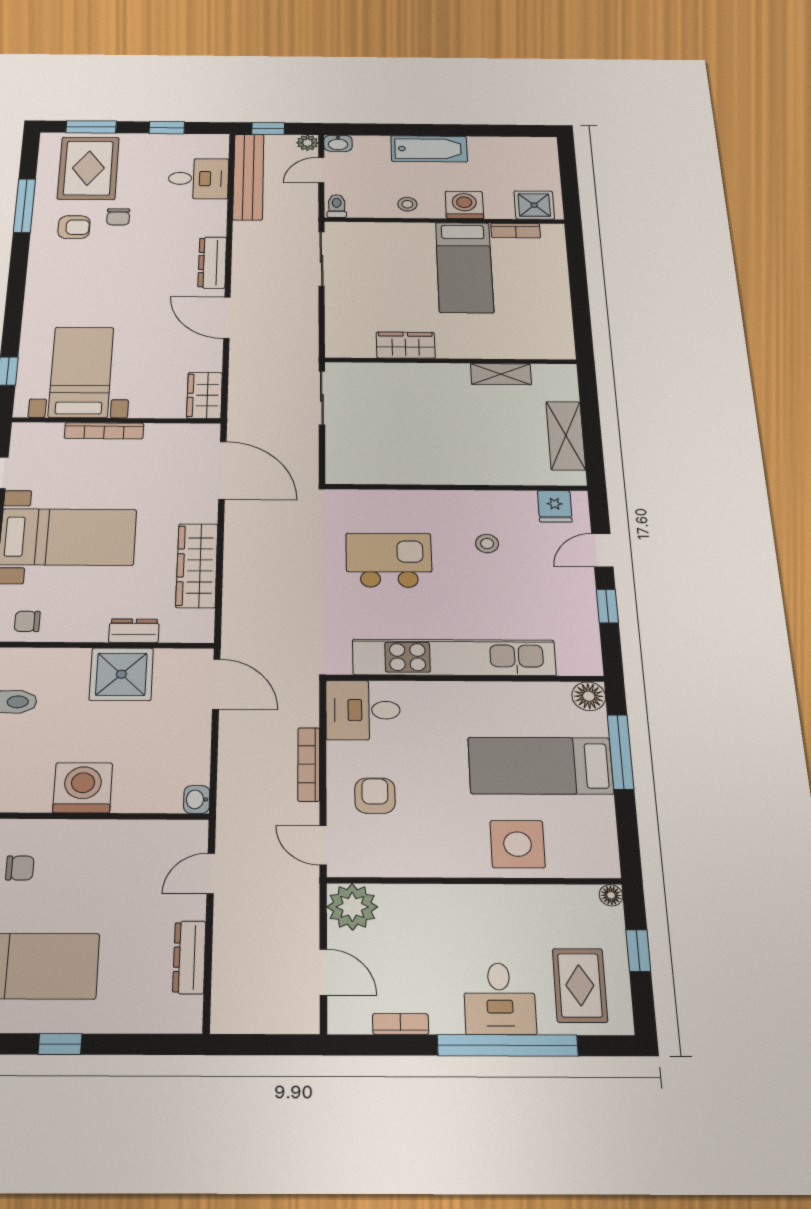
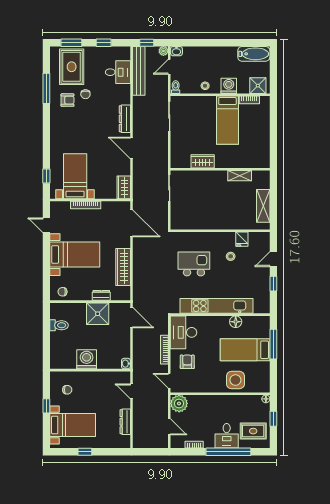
bathtub: (429, 149) -> (254, 54), moved
fridge: (555, 506) -> (242, 239), moved
floor lamp: (589, 696) -> (236, 322), moved
desk: (363, 710) -> (184, 332), width x1.37
door: (211, 873) -> (131, 391), hinge flipped
rug: (580, 985) -> (253, 431), turned 90

